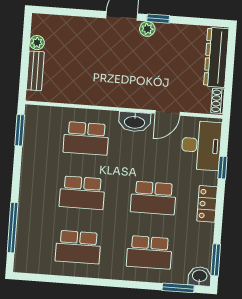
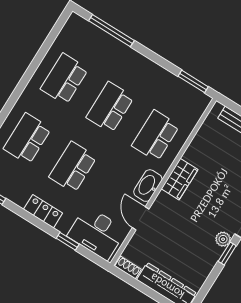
wardrobe: (114, 96) -> (180, 179), added

